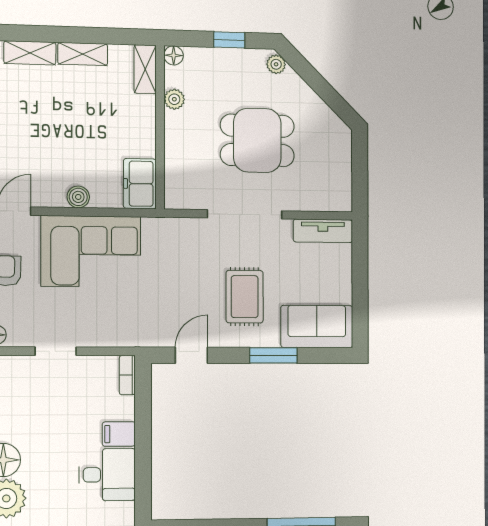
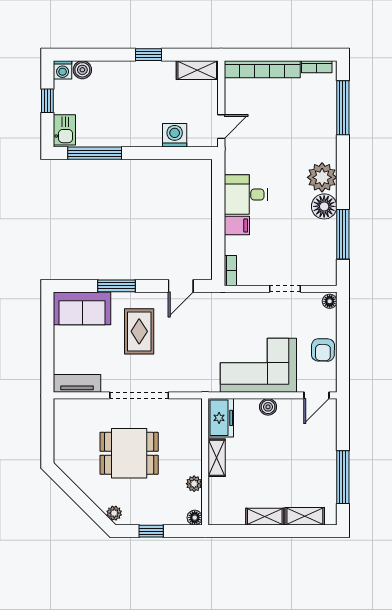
shelving: (145, 69) -> (217, 458), moved

